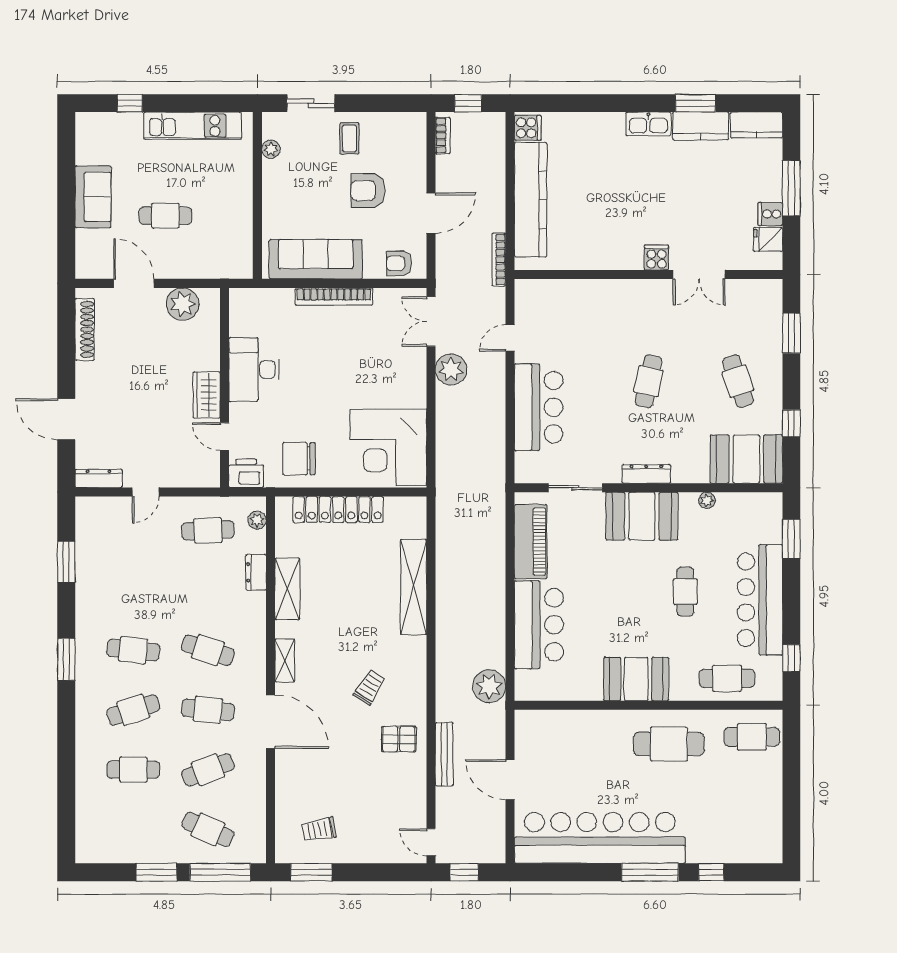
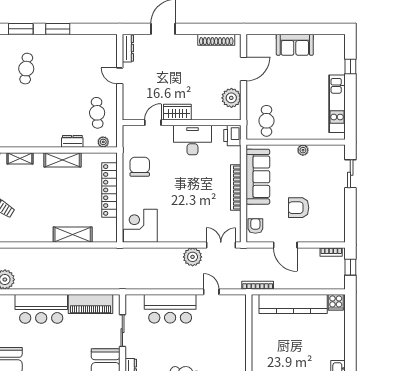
coffee table: (349, 138) -> (329, 197), removed
plant: (271, 149) -> (303, 150), moved
armchair: (368, 191) -> (299, 208), turned -90
cafe table: (165, 216) -> (266, 121), moved
corner desk: (388, 447) -> (140, 226), width x0.74, depth x0.74
printer: (246, 473) -> (232, 135), moved, turned 180
window: (66, 562) -> (58, 29), moved
shelving: (414, 587) -> (73, 235), width x0.68
cafe table: (208, 650) -> (26, 113), removed

